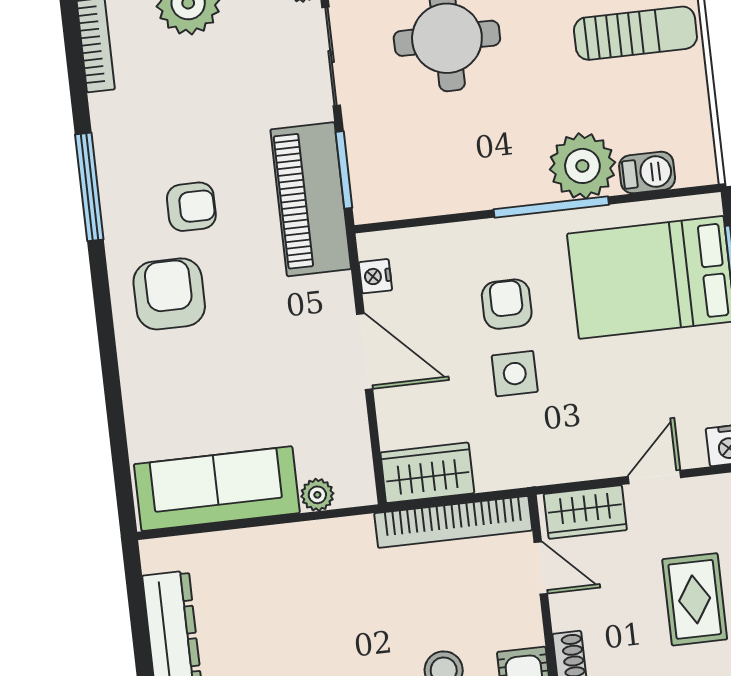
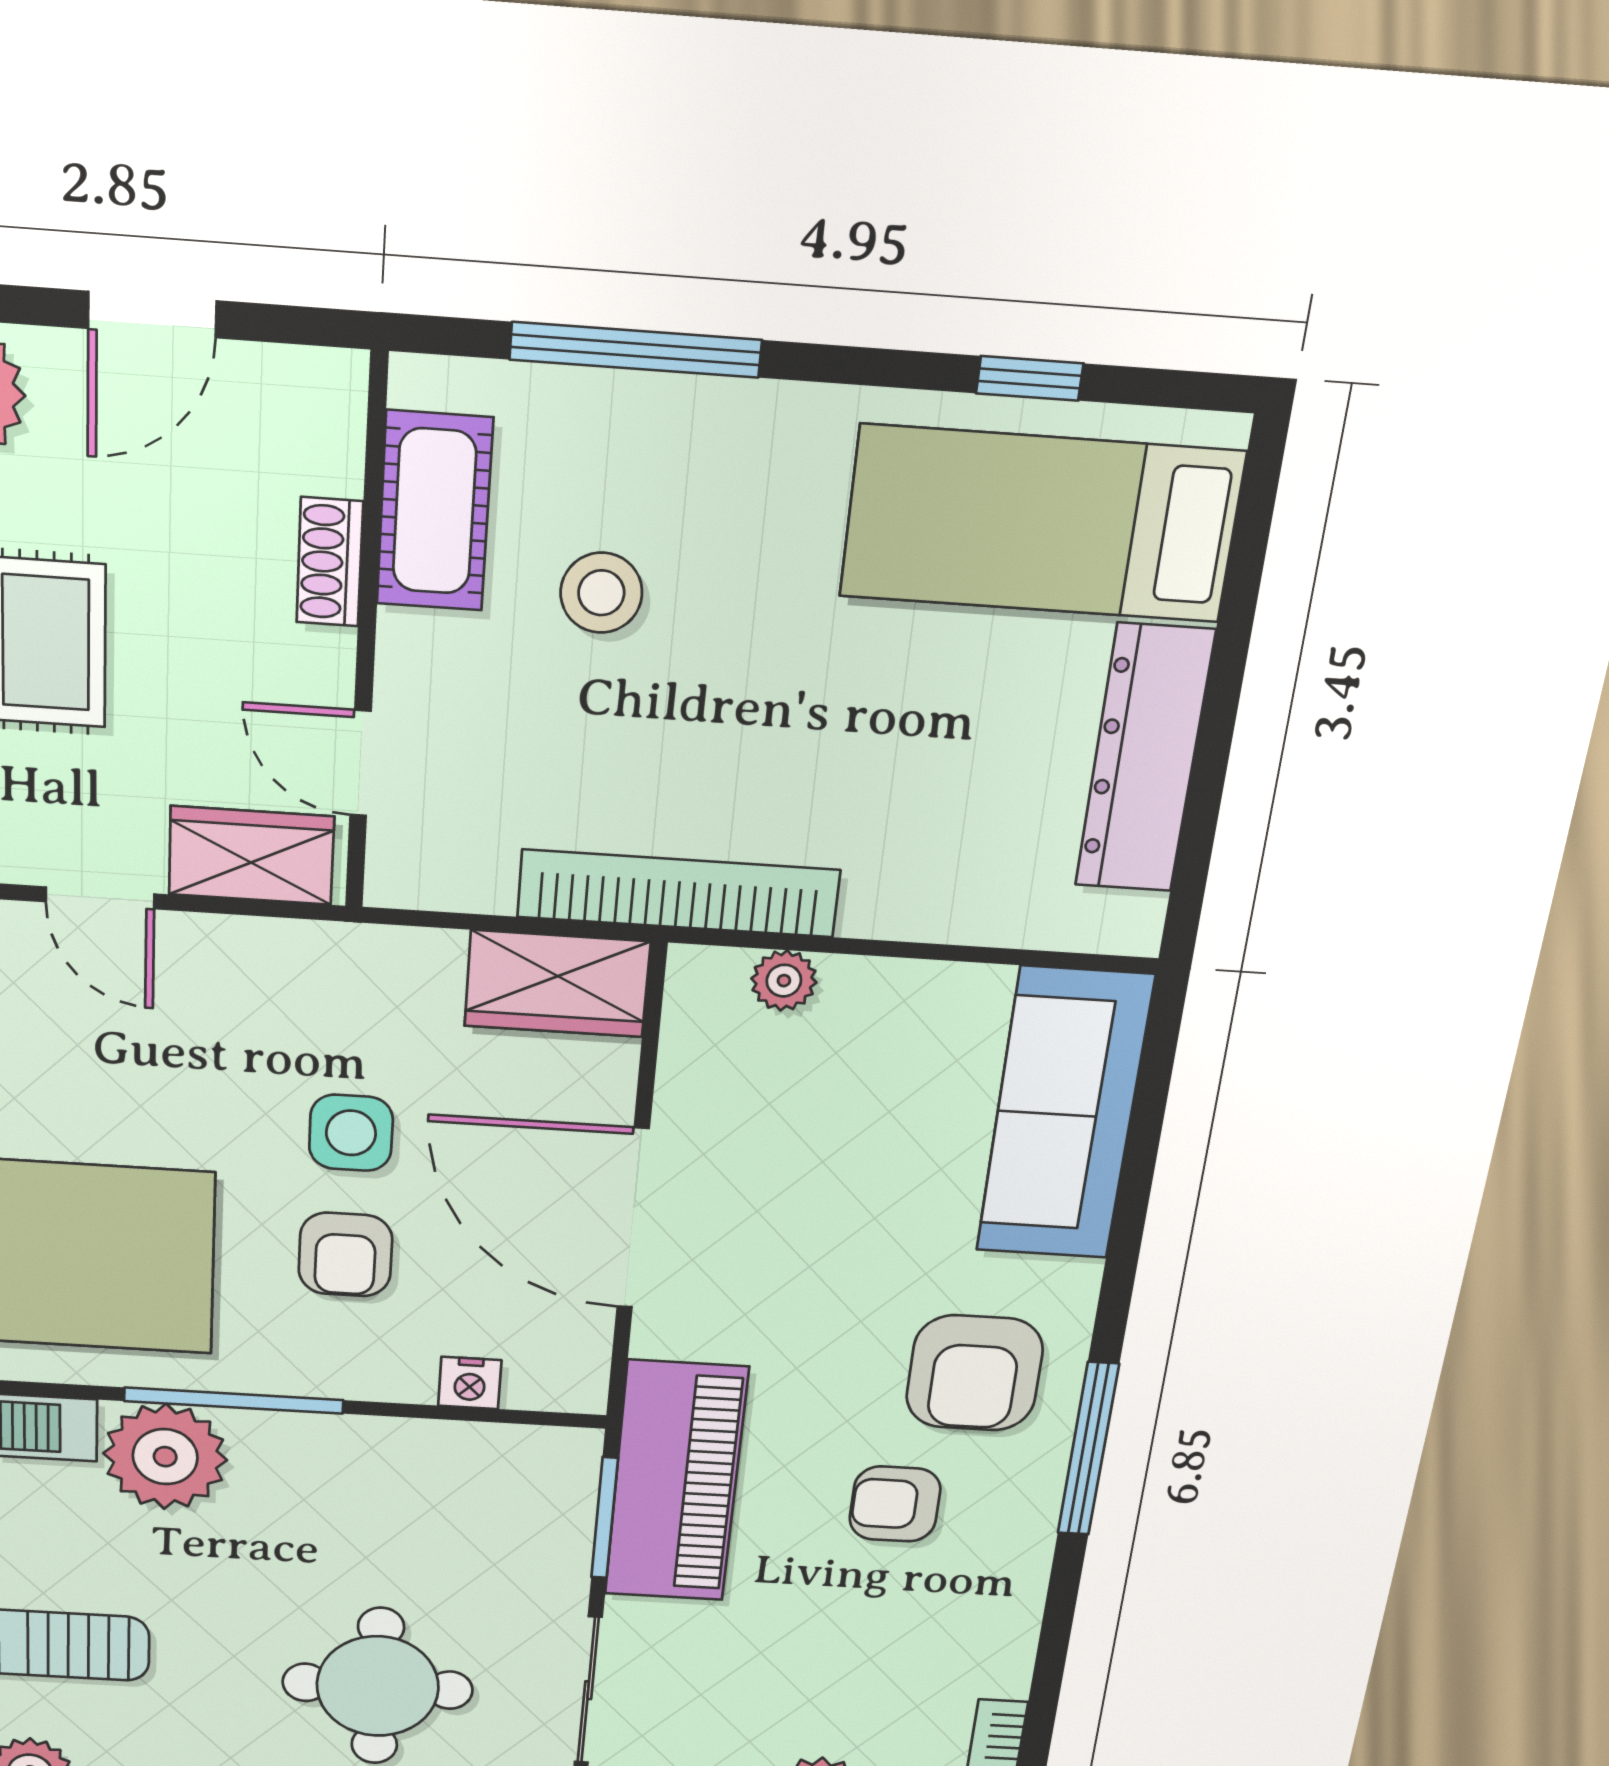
window: (89, 187) -> (1088, 1449), moved
nightstand: (375, 276) -> (470, 1383), moved, turned 90
door: (365, 351) -> (633, 1219), width x1.36
door: (654, 477) -> (100, 898), hinge flipped
sofa: (217, 489) -> (1064, 1115), moved, turned 90
bookcase: (453, 522) -> (678, 893), moved

